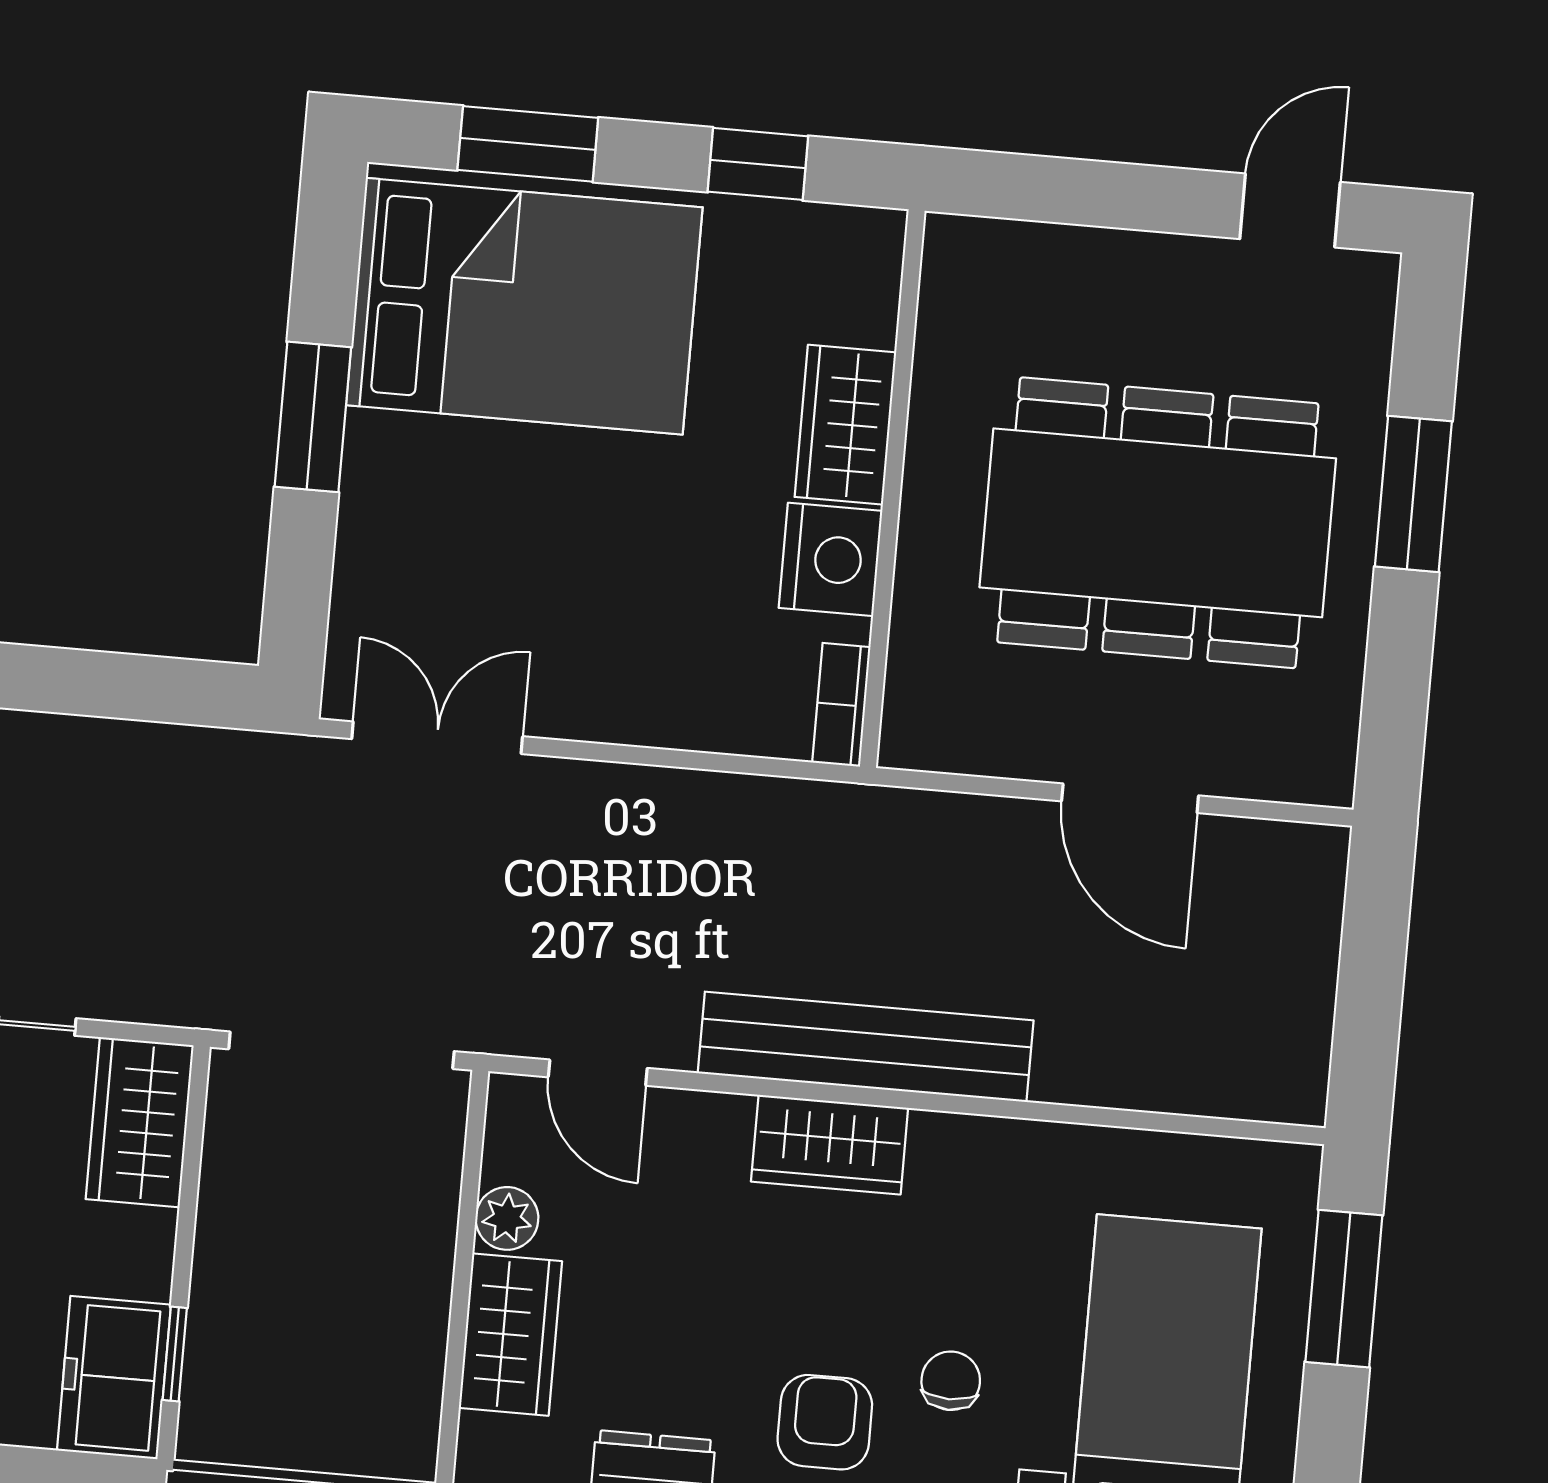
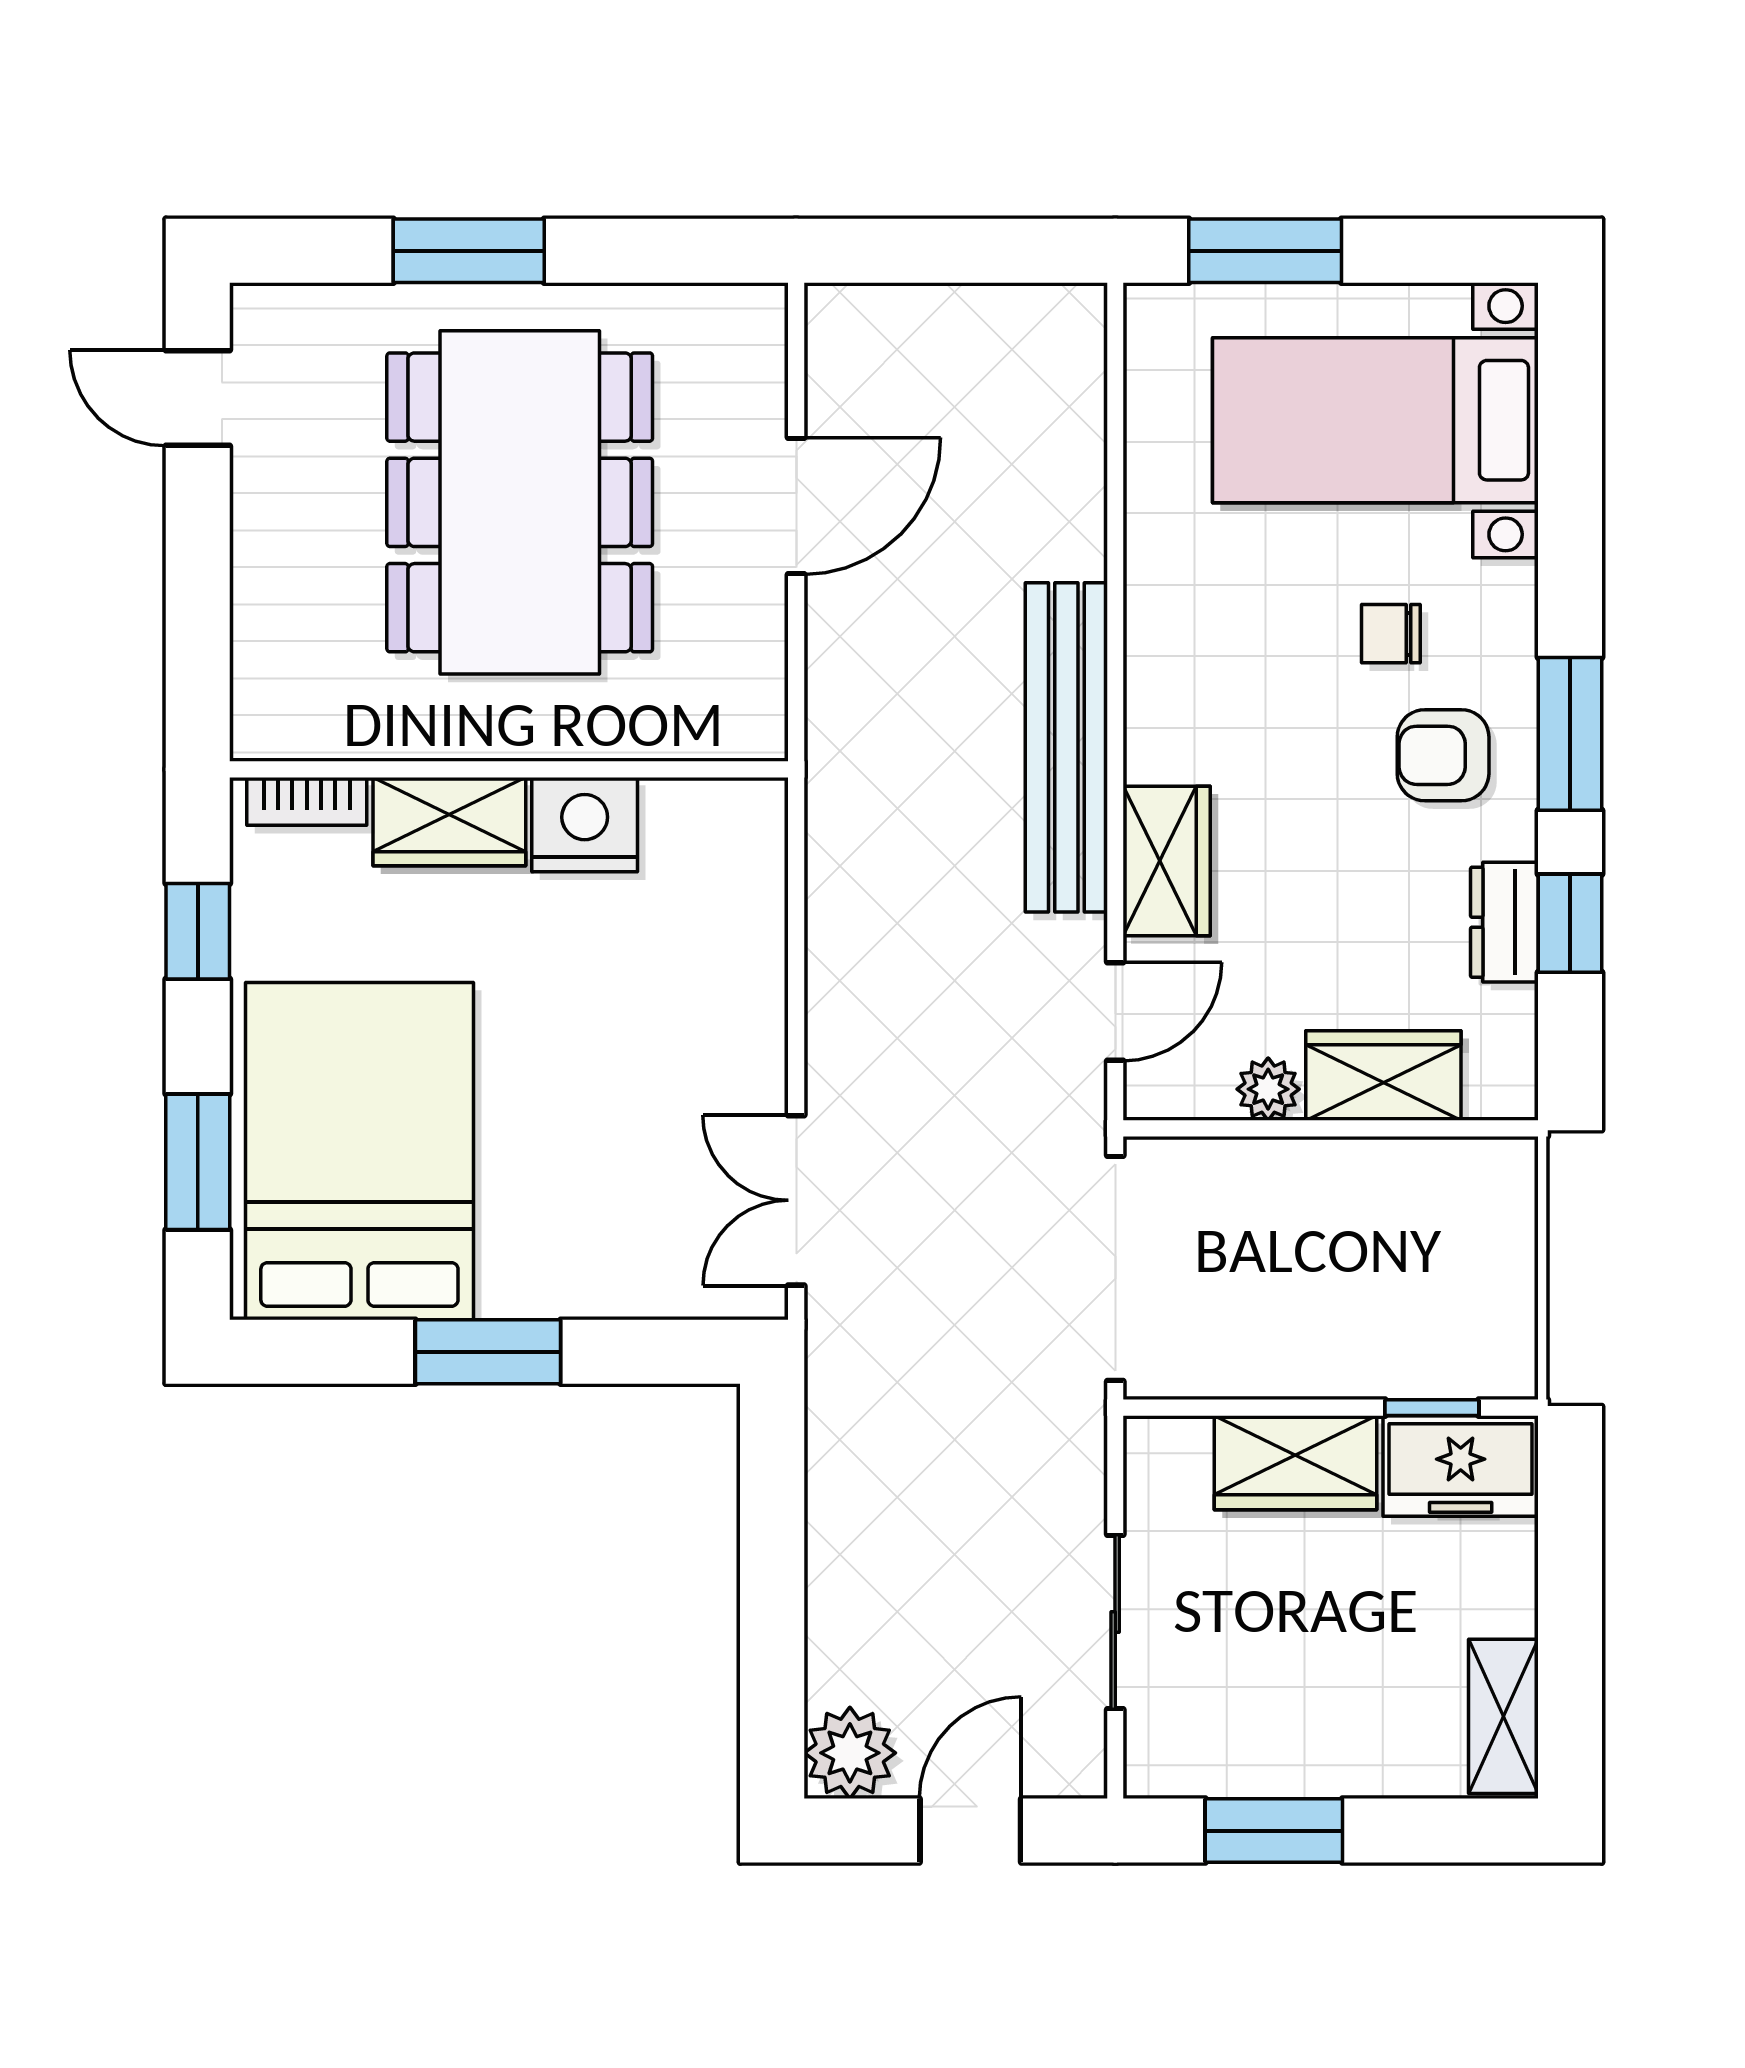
bookcase: (841, 705) -> (307, 801), moved
wardrobe: (140, 1122) -> (1295, 1463), moved
wardrobe: (830, 1145) -> (1167, 861), moved

